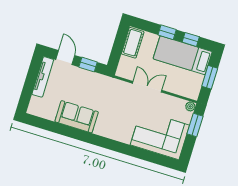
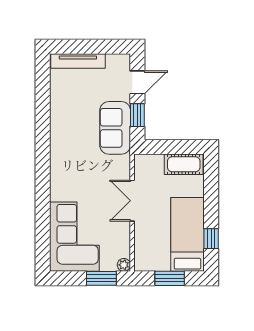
window: (167, 32) -> (211, 205), removed
tv unit: (43, 77) -> (78, 61), moved
double door: (147, 87) -> (132, 201), swing flipped
sofa: (77, 117) -> (115, 128), moved, turned 180

